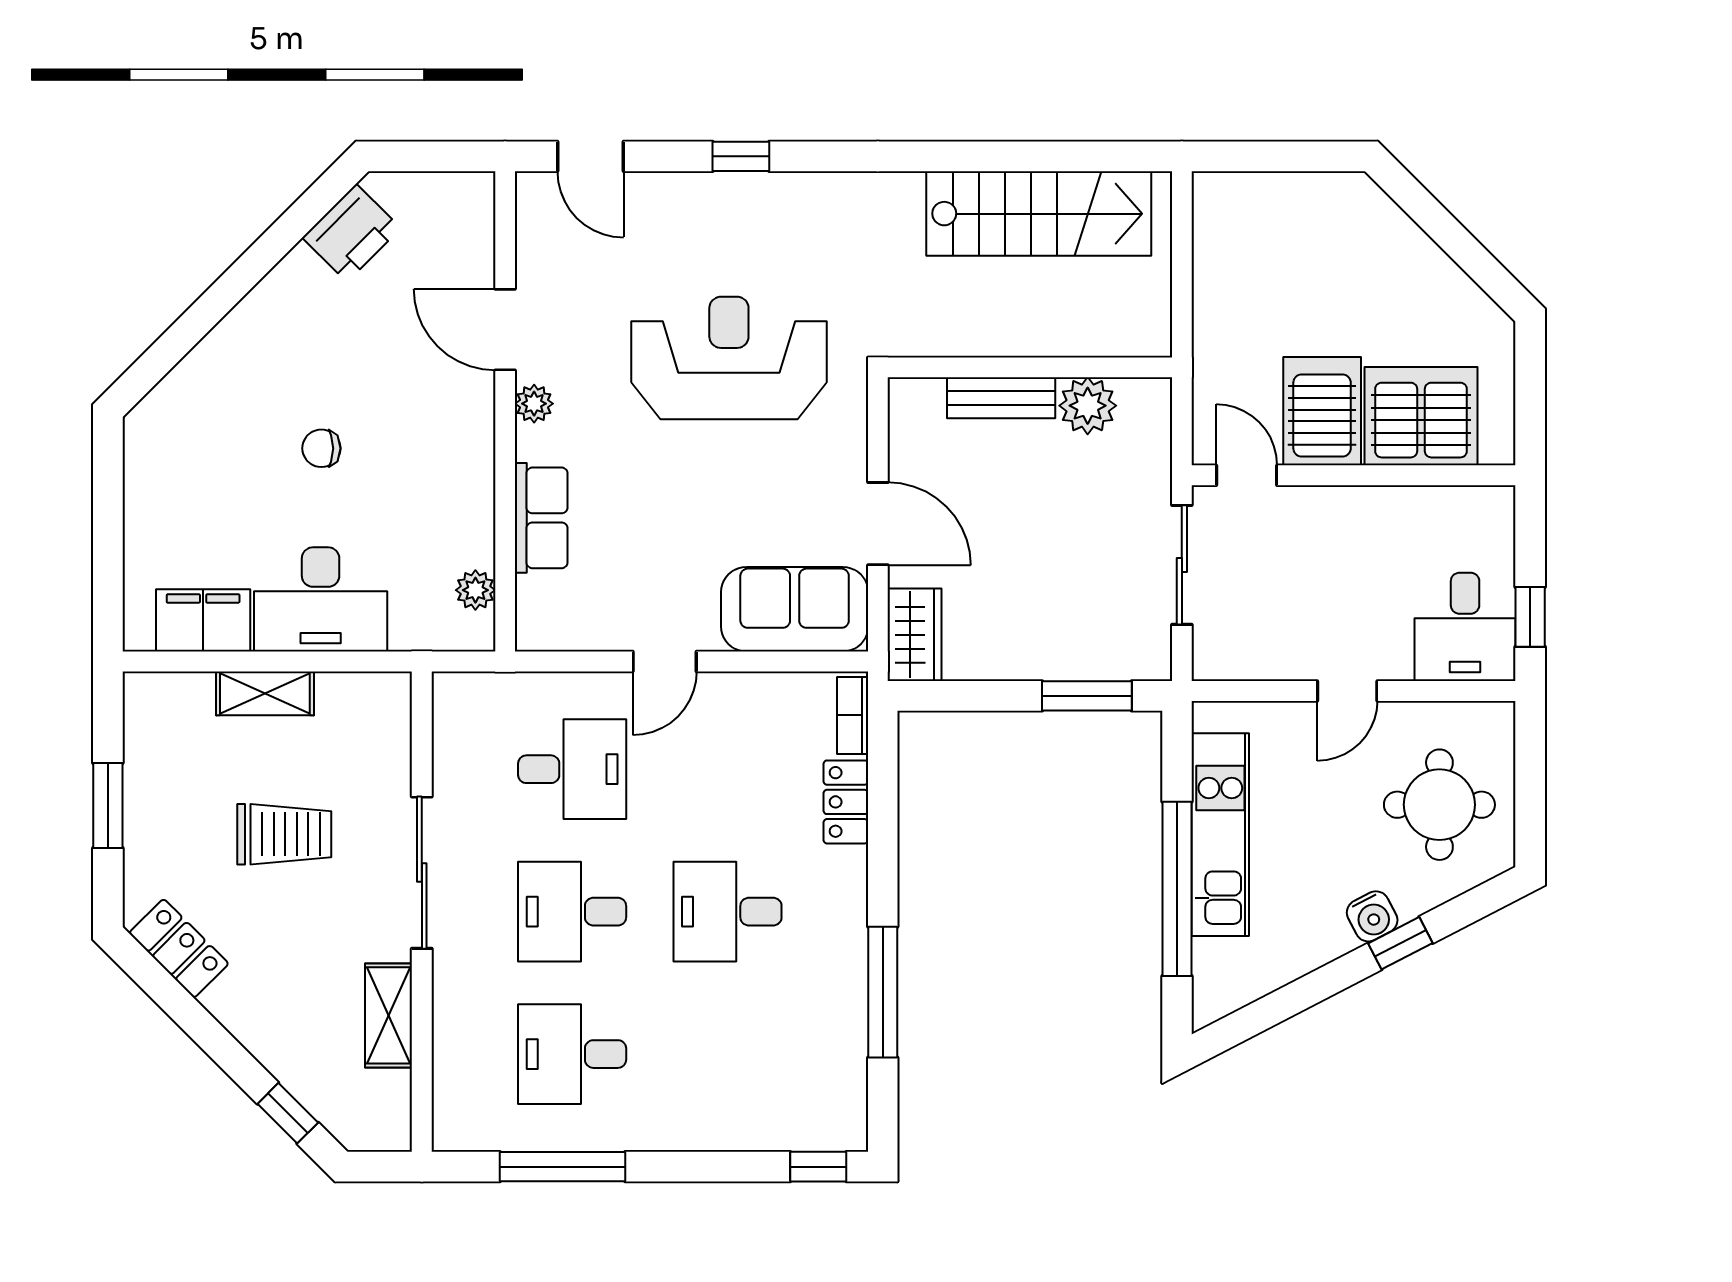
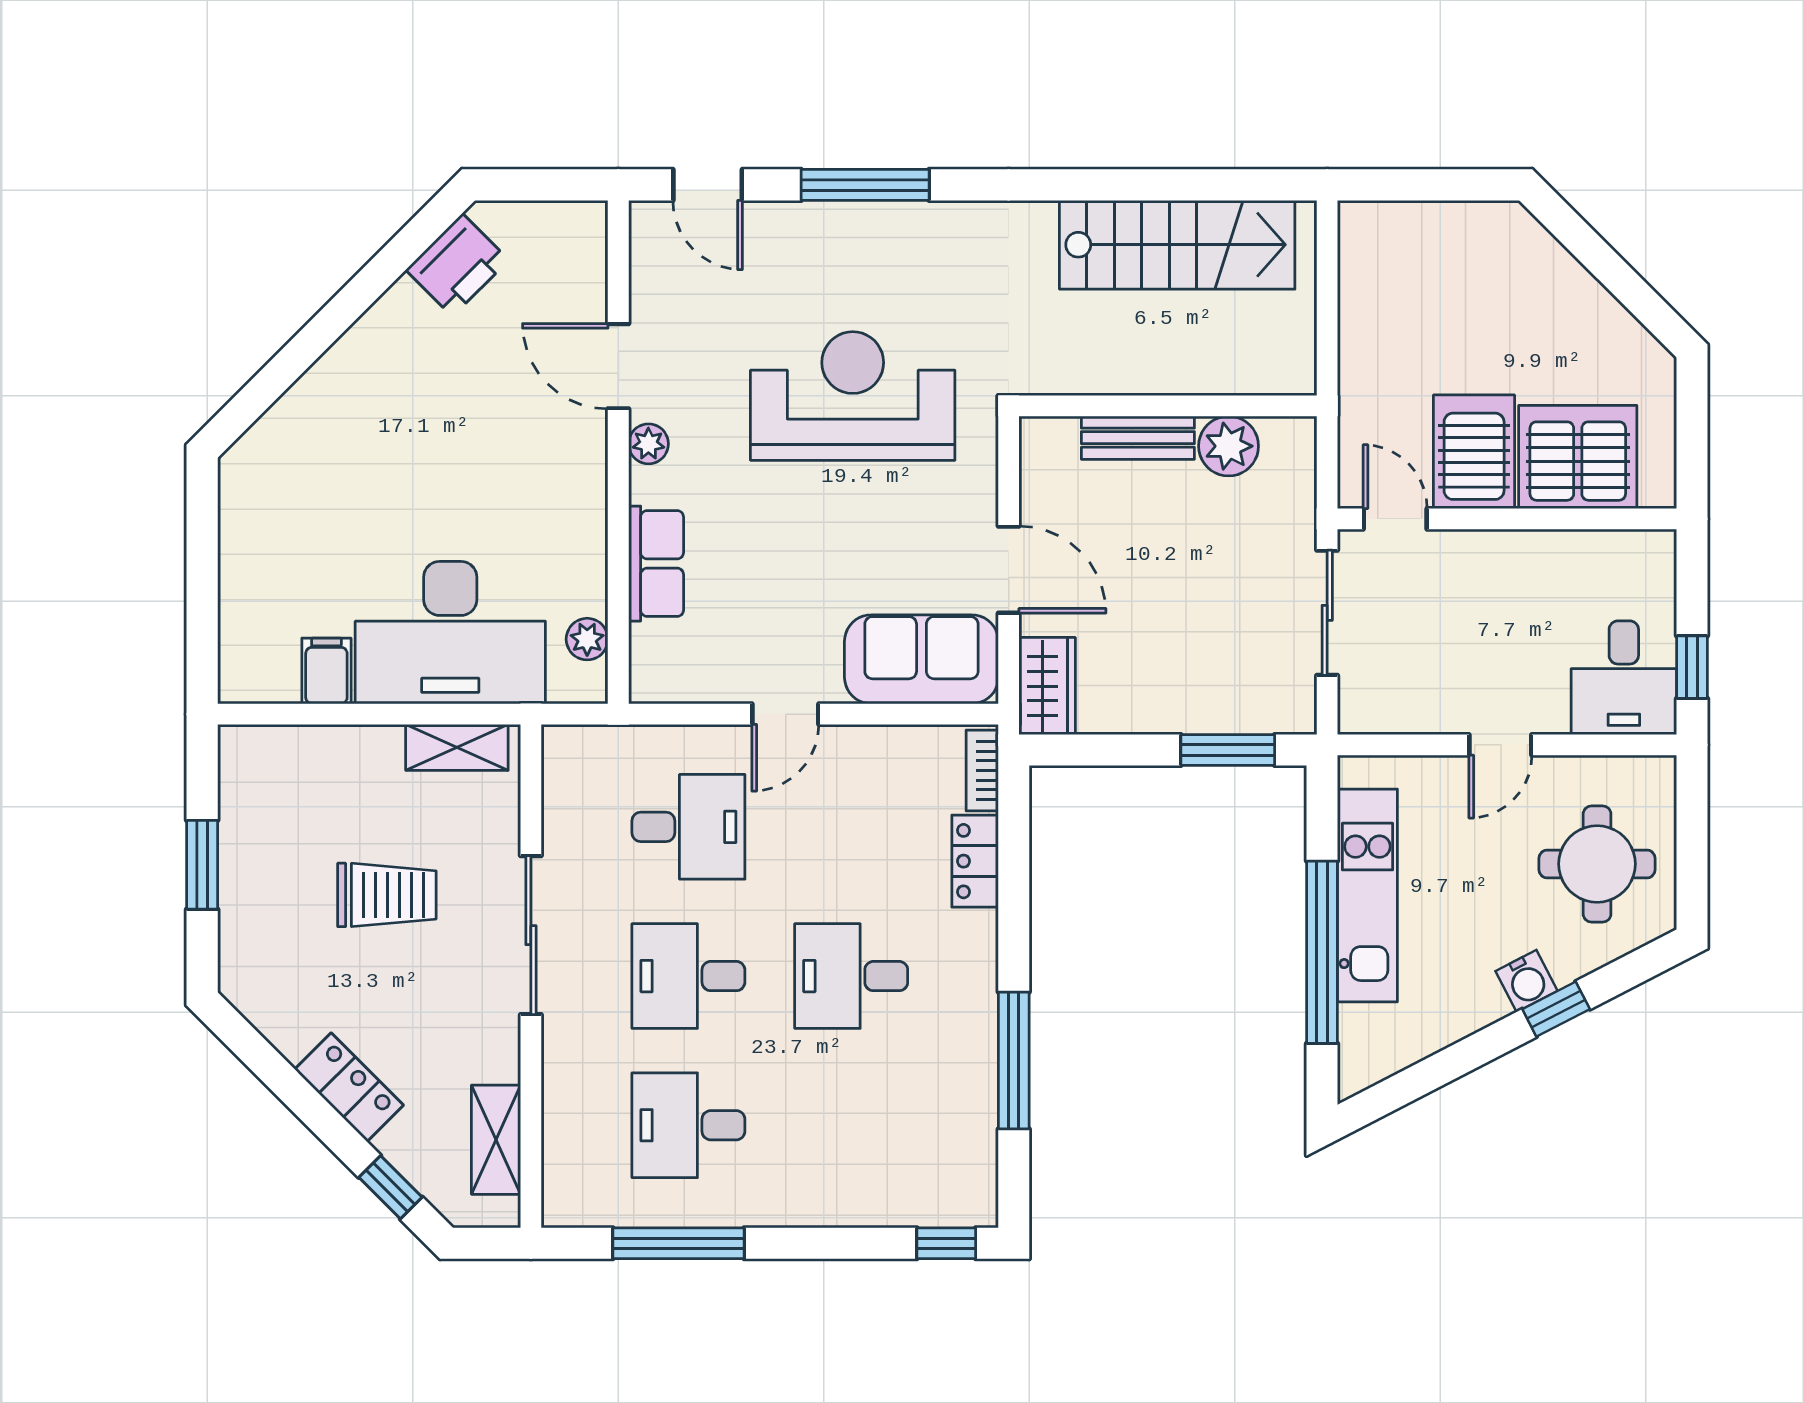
window: (741, 156) -> (865, 185), width x2.17
chair: (321, 448) -> (426, 491), removed
desk: (321, 599) -> (450, 633), width x1.36, depth x1.30
filing cabinet: (203, 620) -> (326, 671), width x0.50
shelving: (265, 693) -> (457, 747), moved
locker: (179, 948) -> (349, 1087), moved
shelving: (389, 1015) -> (496, 1140), moved

